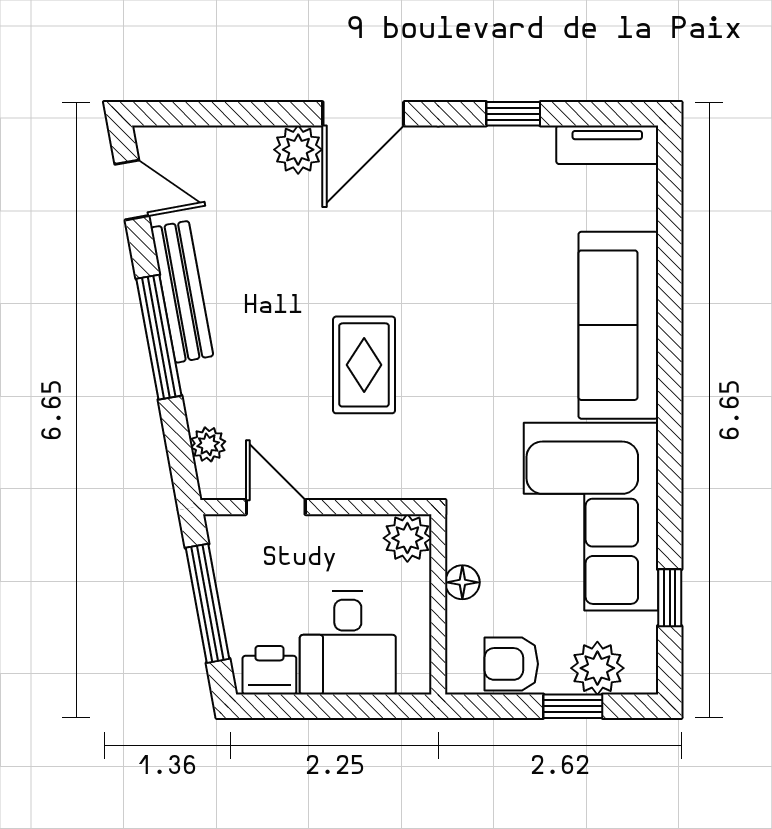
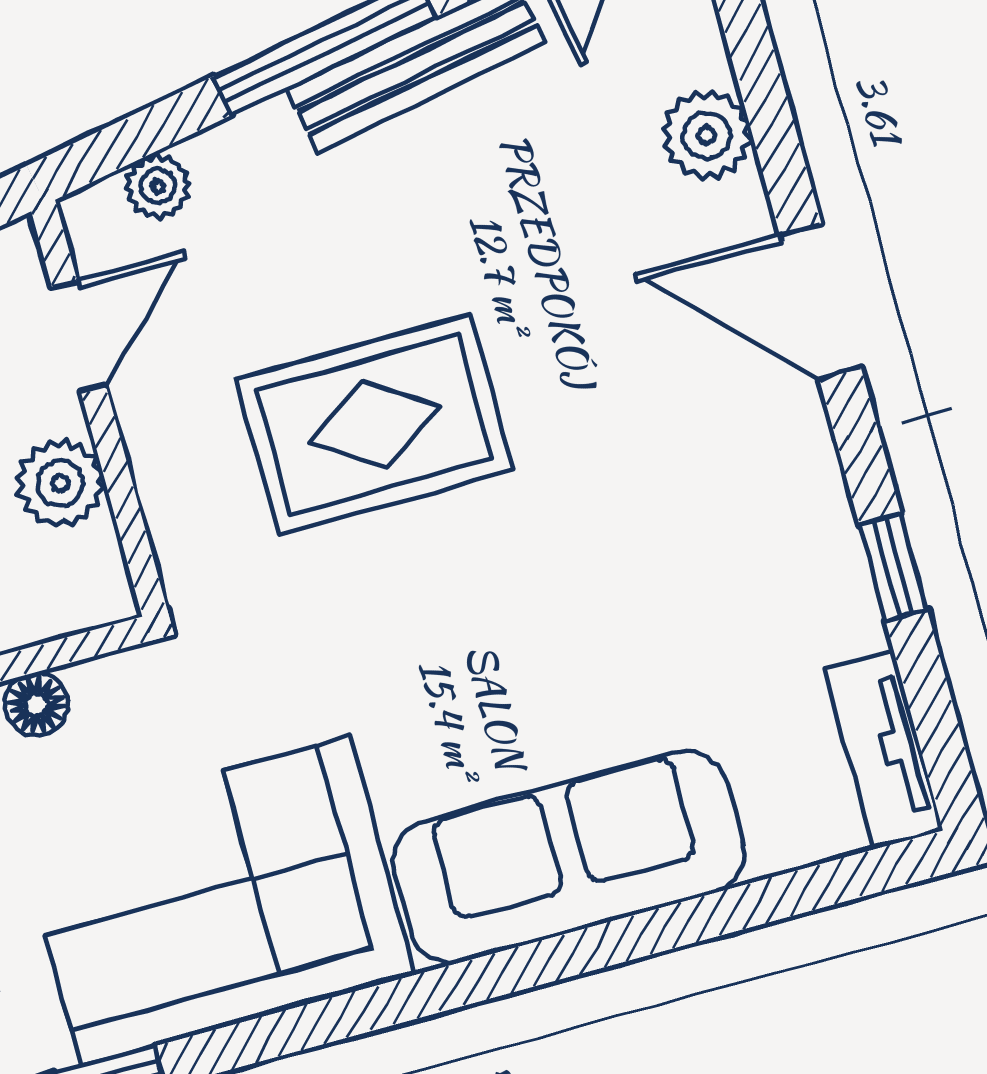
plant: (298, 150) -> (707, 135), moved
rug: (364, 365) -> (375, 425), width x1.36, depth x1.43
plant: (407, 538) -> (60, 483), moved

